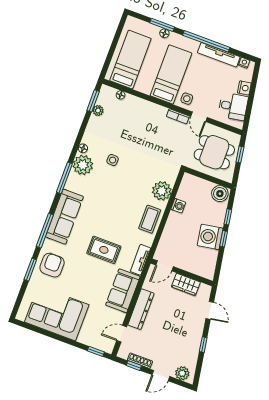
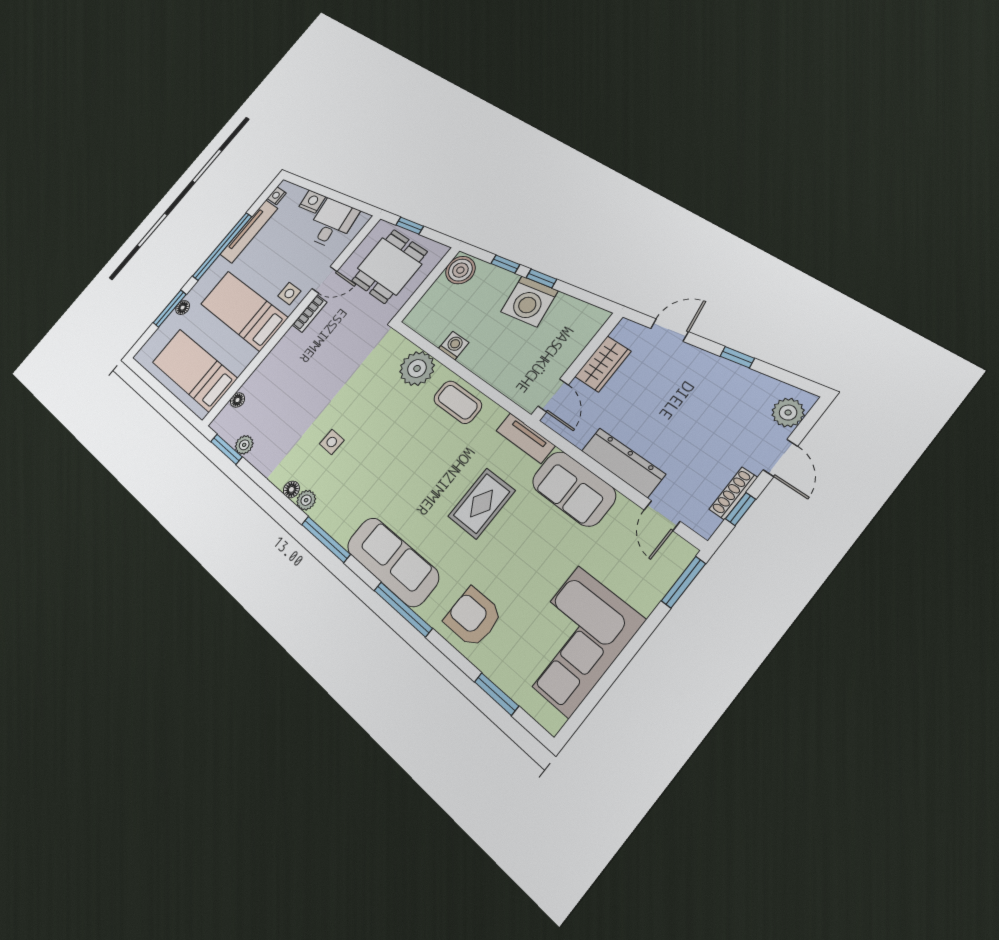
plant: (83, 165) -> (306, 500), width x0.53, depth x0.53
window: (30, 270) -> (496, 694), moved
window: (96, 351) -> (683, 582), width x1.50

